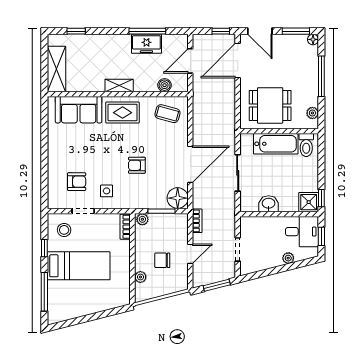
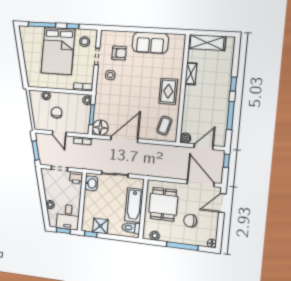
window: (76, 31) -> (233, 84), moved
window: (221, 31) -> (226, 161), moved
window: (296, 31) -> (220, 231), removed
freezer: (146, 44) -> (220, 114), removed
door: (190, 61) -> (204, 147), hinge flipped
chair: (287, 69) -> (190, 221), added
boiler: (165, 85) -> (185, 138), moved
shelving: (119, 86) -> (191, 74), moved
sofa: (79, 110) -> (150, 43), moved, turned -90
door: (190, 164) -> (124, 139), swing flipped
armchair: (137, 165) -> (127, 99), removed
armchair: (77, 182) -> (119, 53), turned -90
shower: (309, 202) -> (100, 226), moved
washbasin: (269, 204) -> (91, 183), moved
printer: (248, 225) -> (76, 178), added
bed: (79, 266) -> (58, 51), width x1.50

